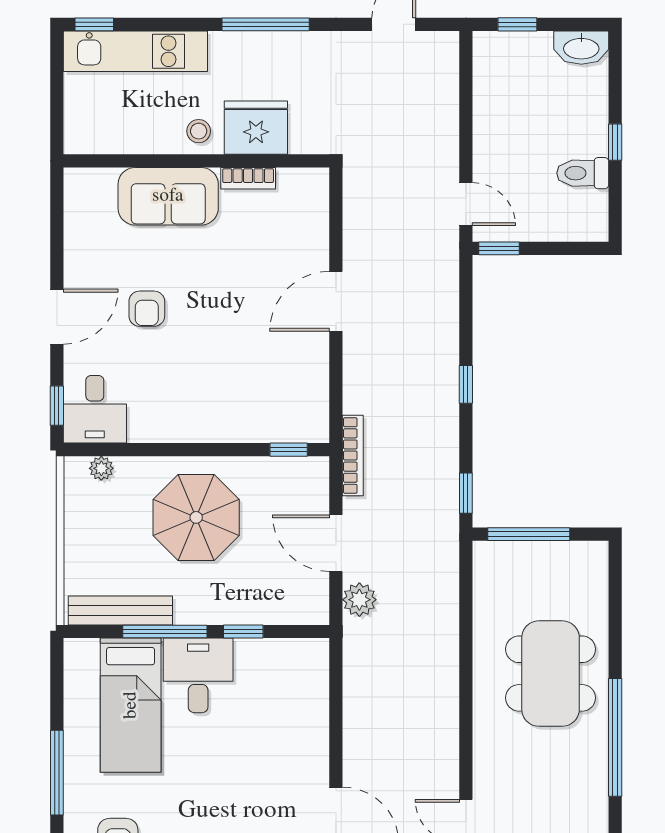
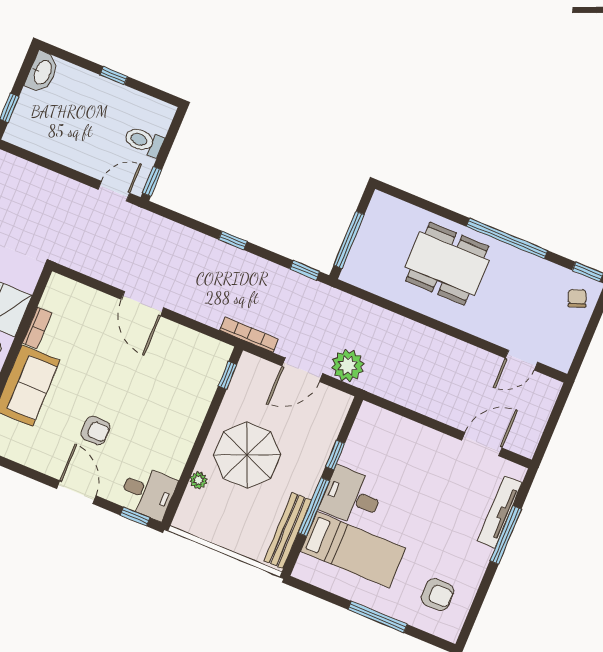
toilet: (583, 173) -> (144, 141), moved, turned 90
plant: (101, 468) -> (199, 480), moved
plant: (359, 600) -> (348, 366), width x1.36, depth x1.36

